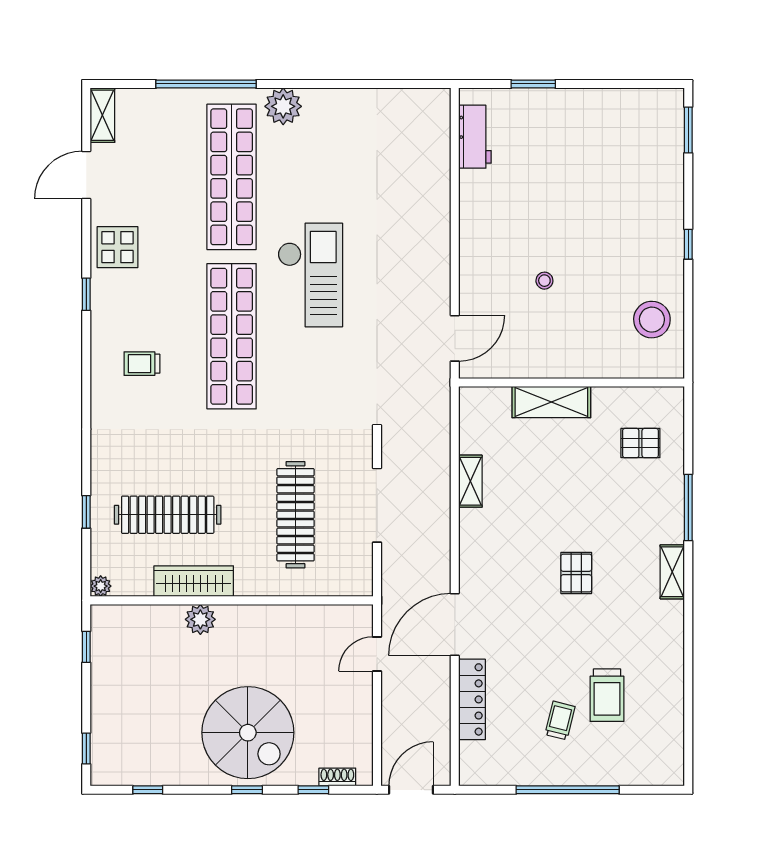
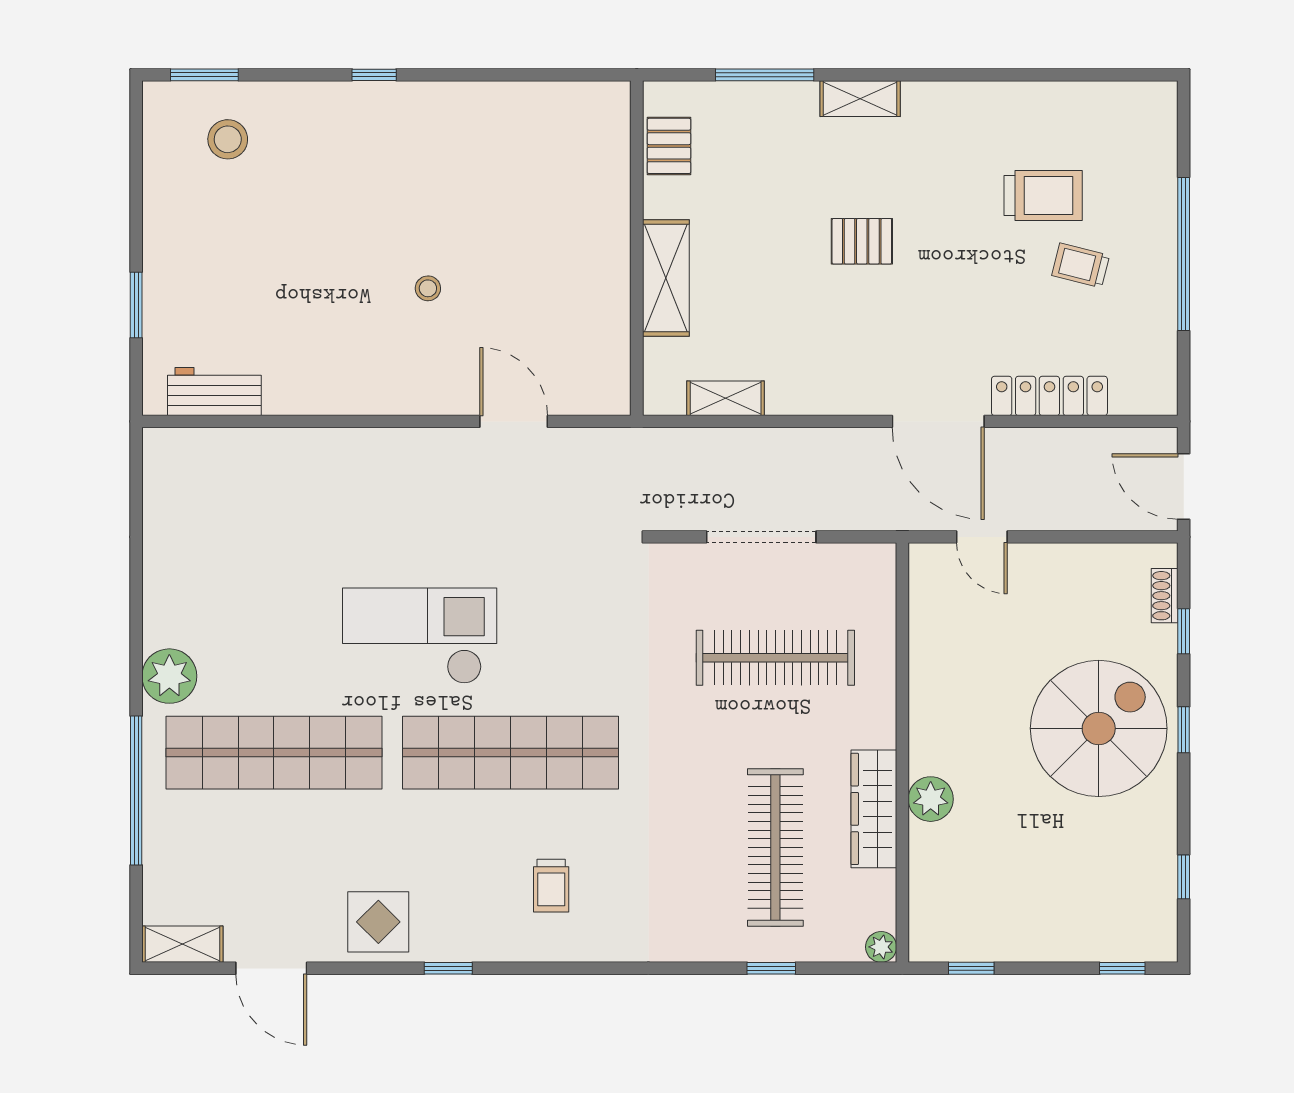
stool: (652, 320) -> (228, 139), moved, width x0.73, depth x0.73
wall: (572, 382) -> (637, 248), moved
shelving: (551, 402) -> (666, 278), moved

